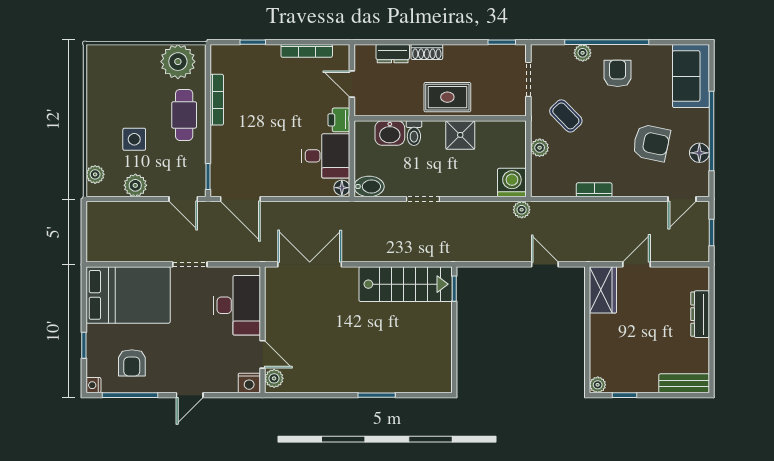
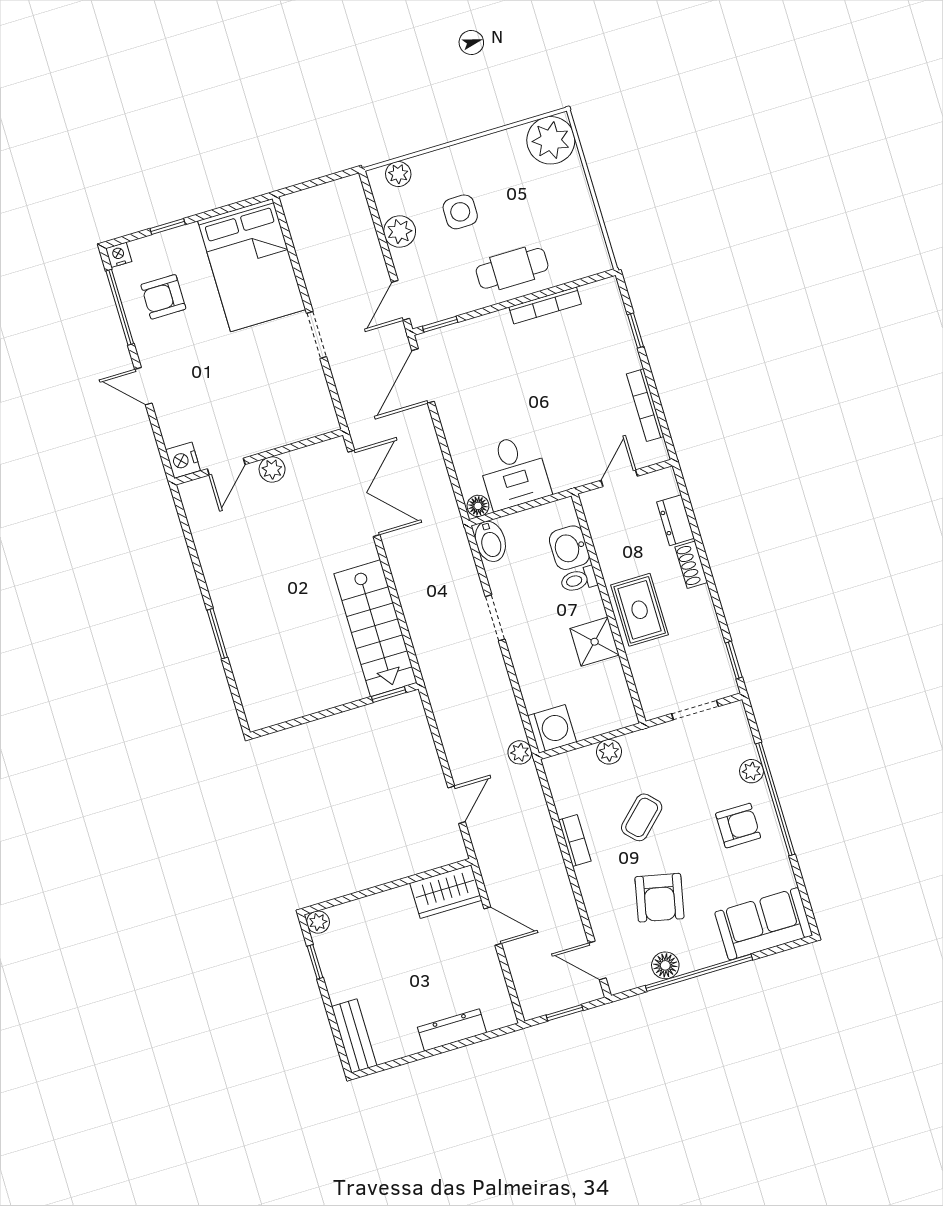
plant: (178, 62) -> (551, 140), moved
coffee table: (566, 116) -> (642, 817), moved
printer: (339, 120) -> (567, 475), removed
desk: (237, 305) -> (281, 413), removed
plant: (274, 378) -> (272, 469), moved

